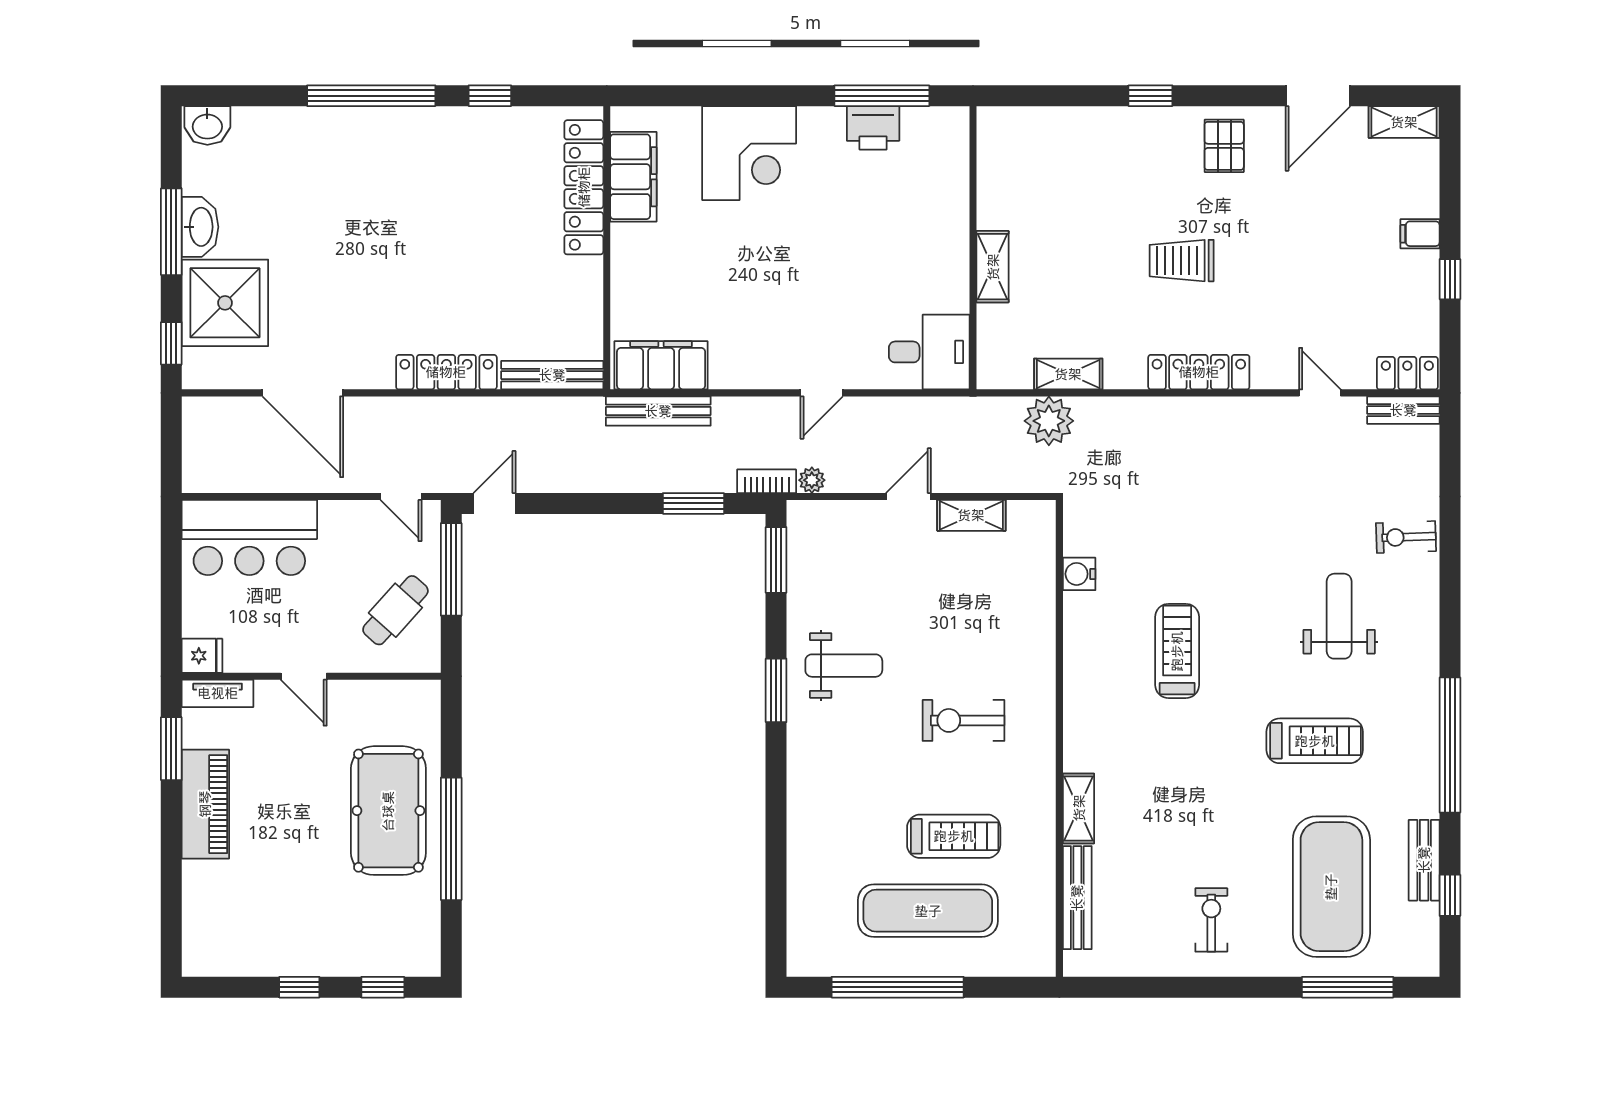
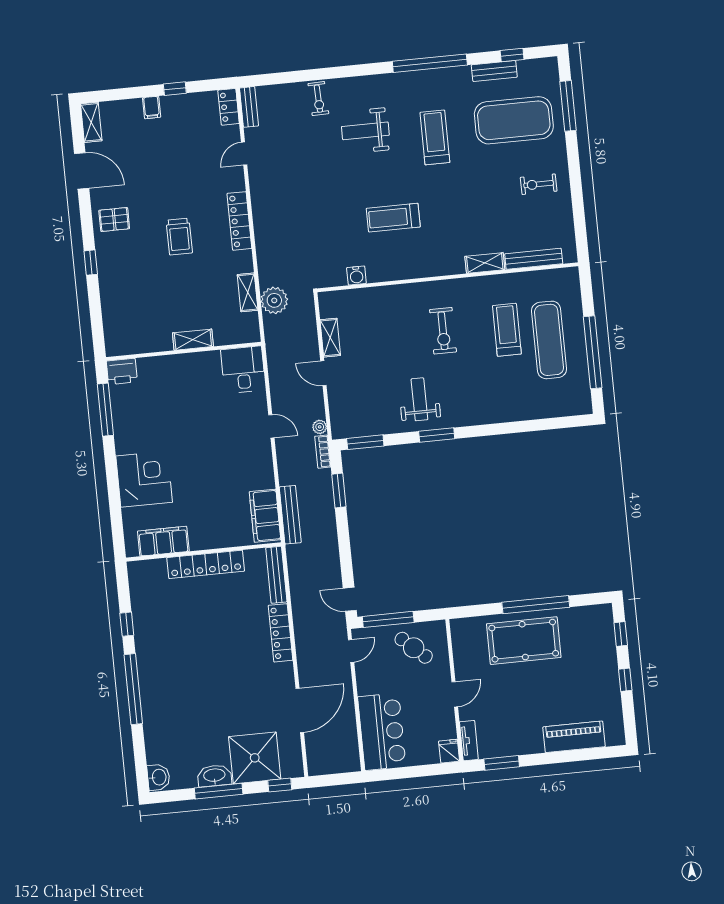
printer: (873, 128) -> (122, 371), moved, turned 90
locker: (584, 187) -> (206, 564), moved
piano: (205, 804) -> (574, 737), moved

